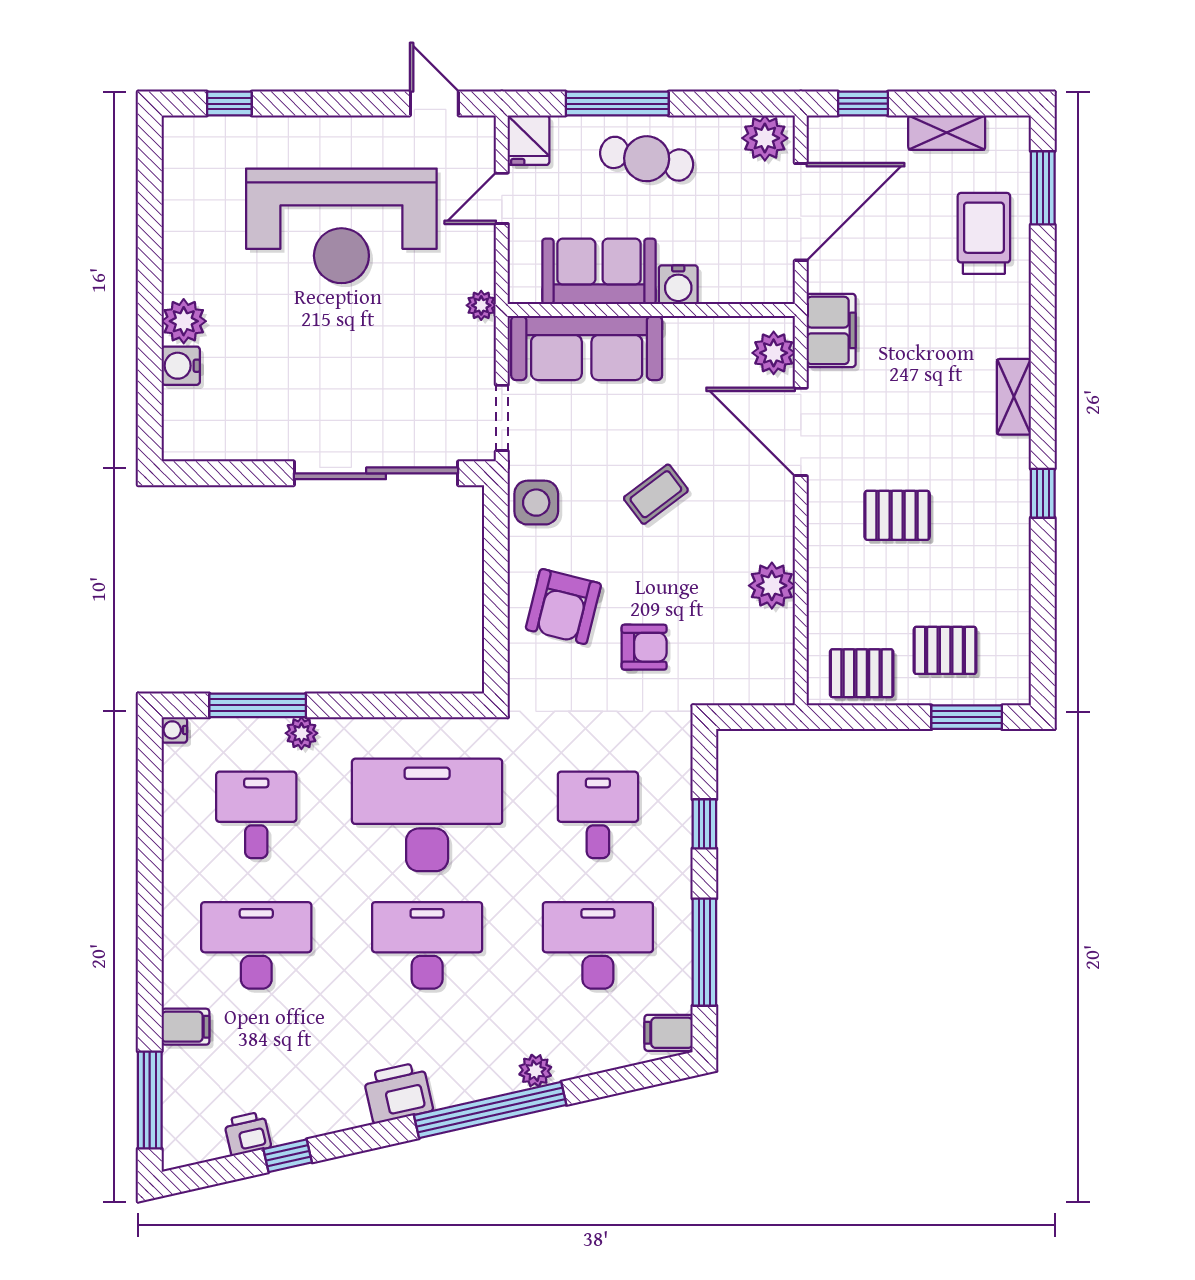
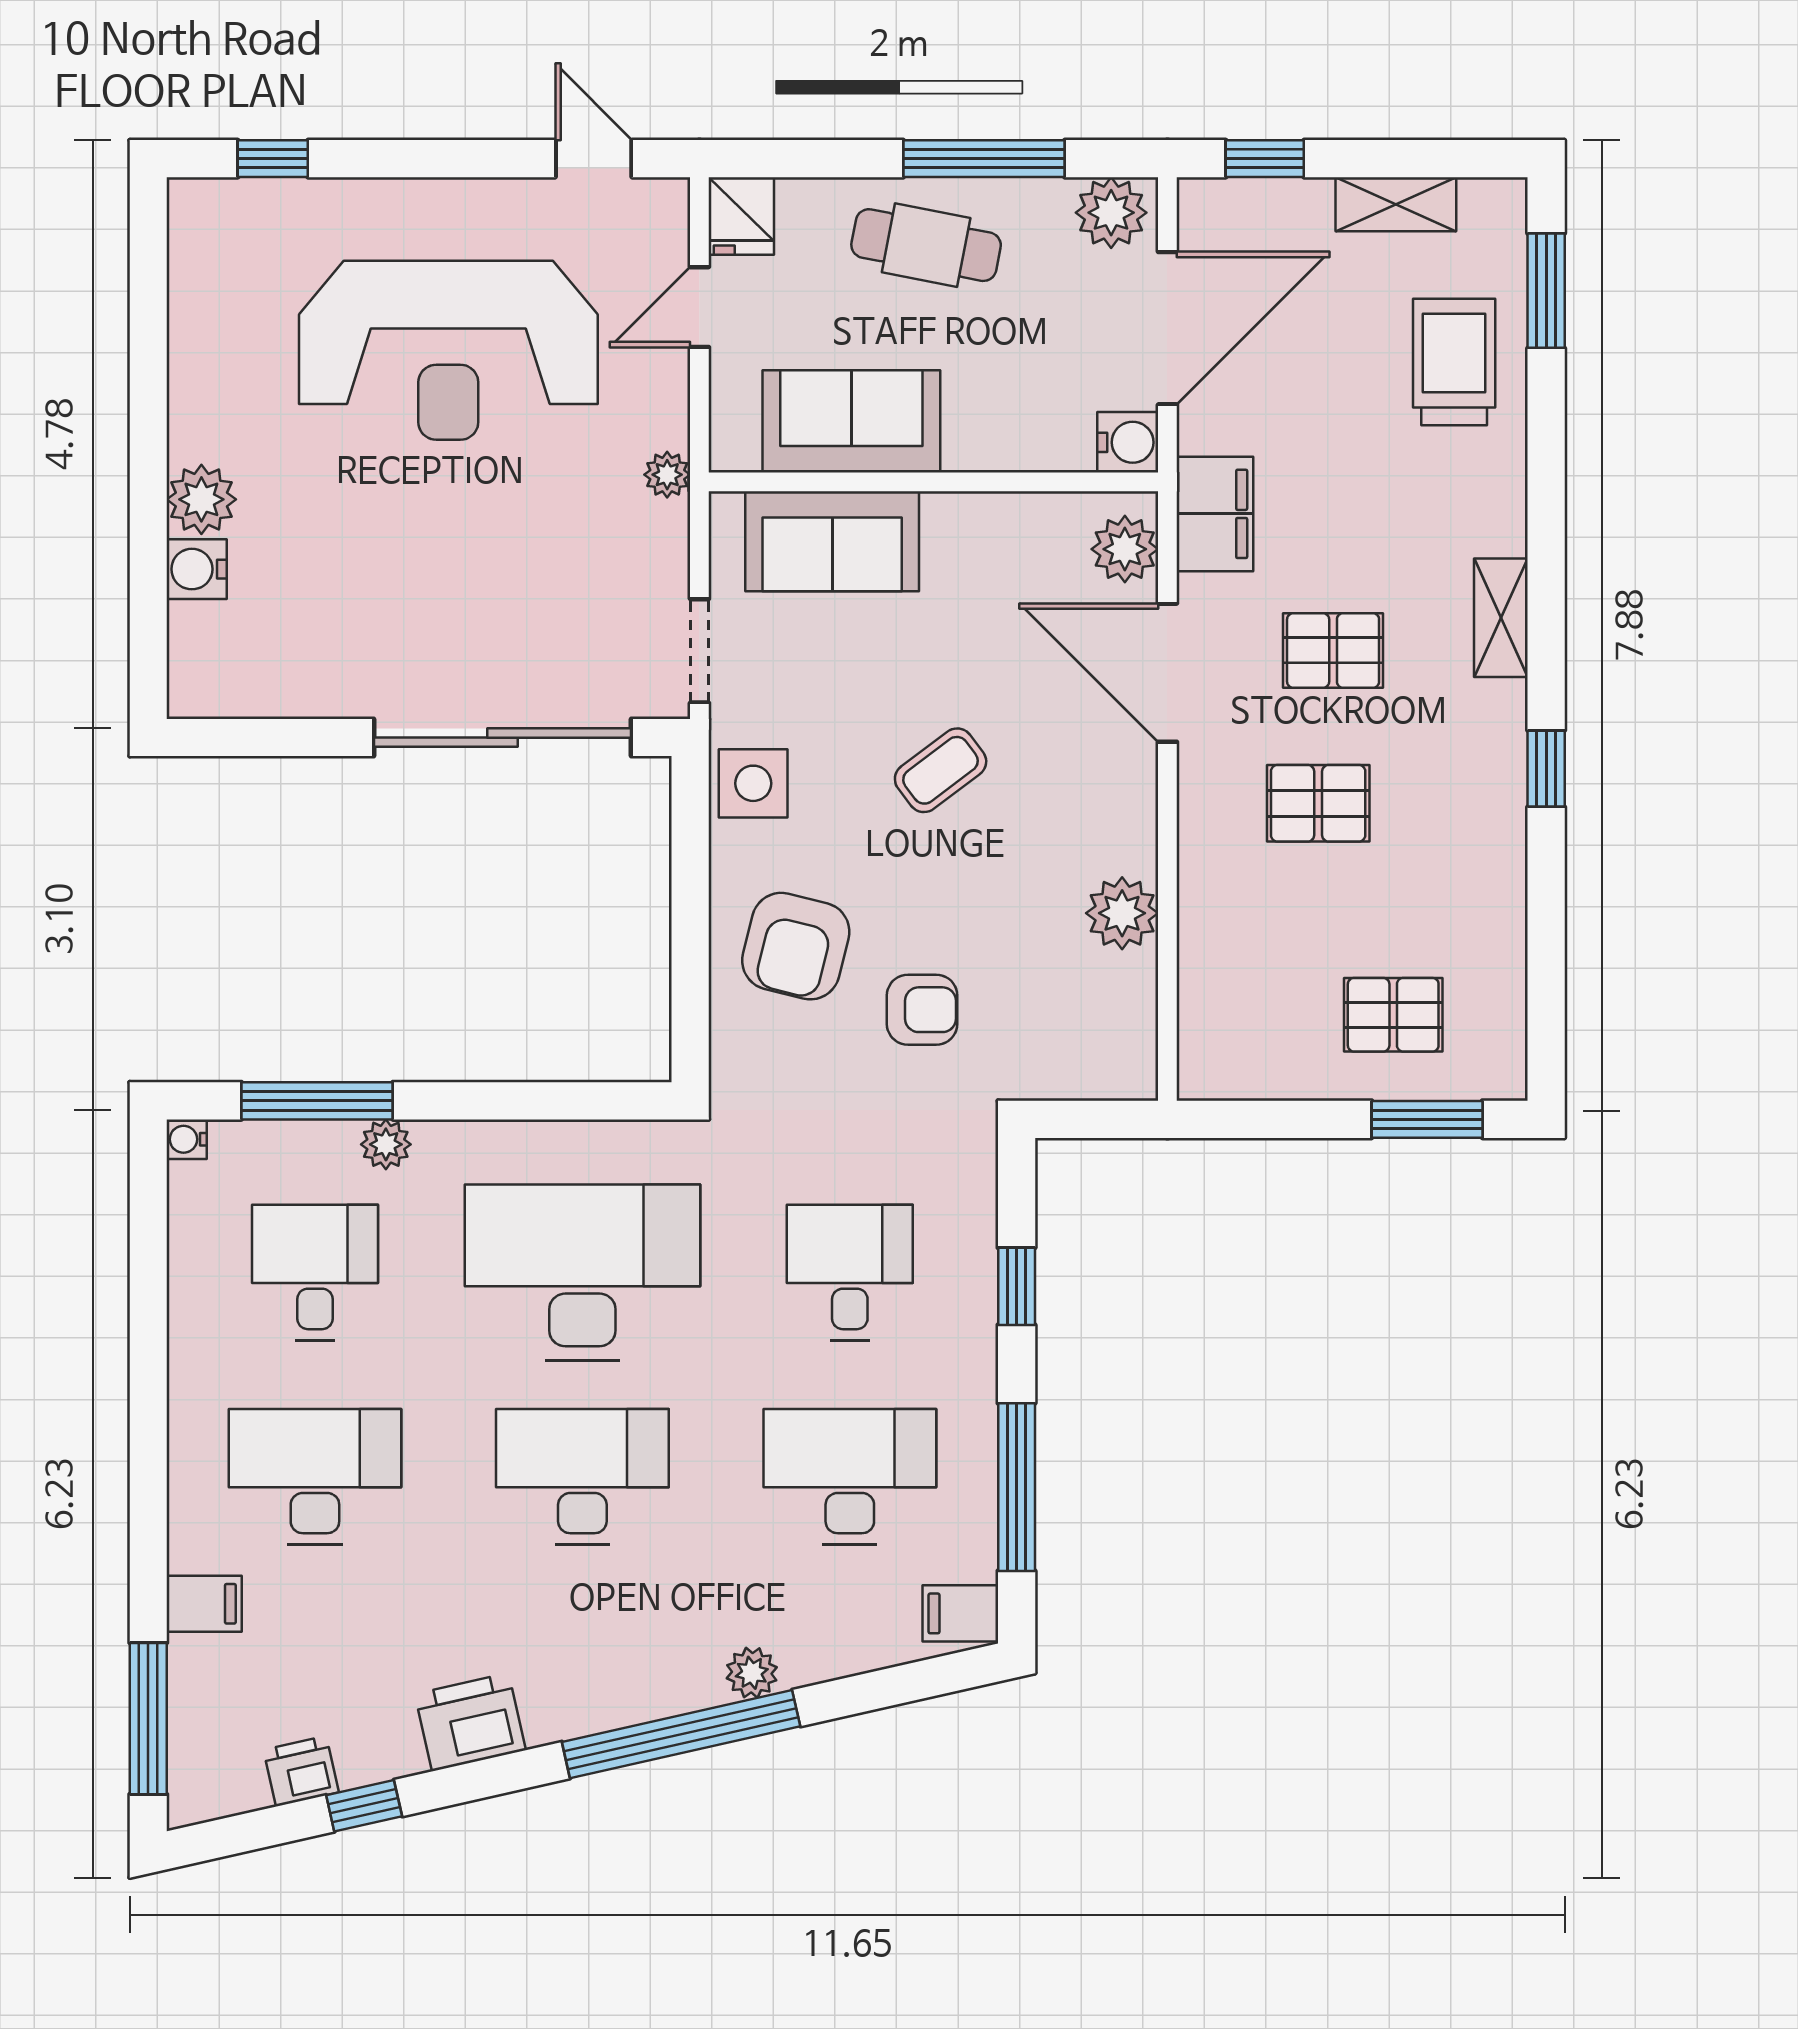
window: (617, 104) -> (984, 159), moved
water cooler: (678, 285) -> (1128, 442), moved, turned -90
sofa: (587, 348) -> (832, 541), width x0.73
pallet: (862, 673) -> (1333, 650), moved
printer: (398, 1093) -> (470, 1722), moved

